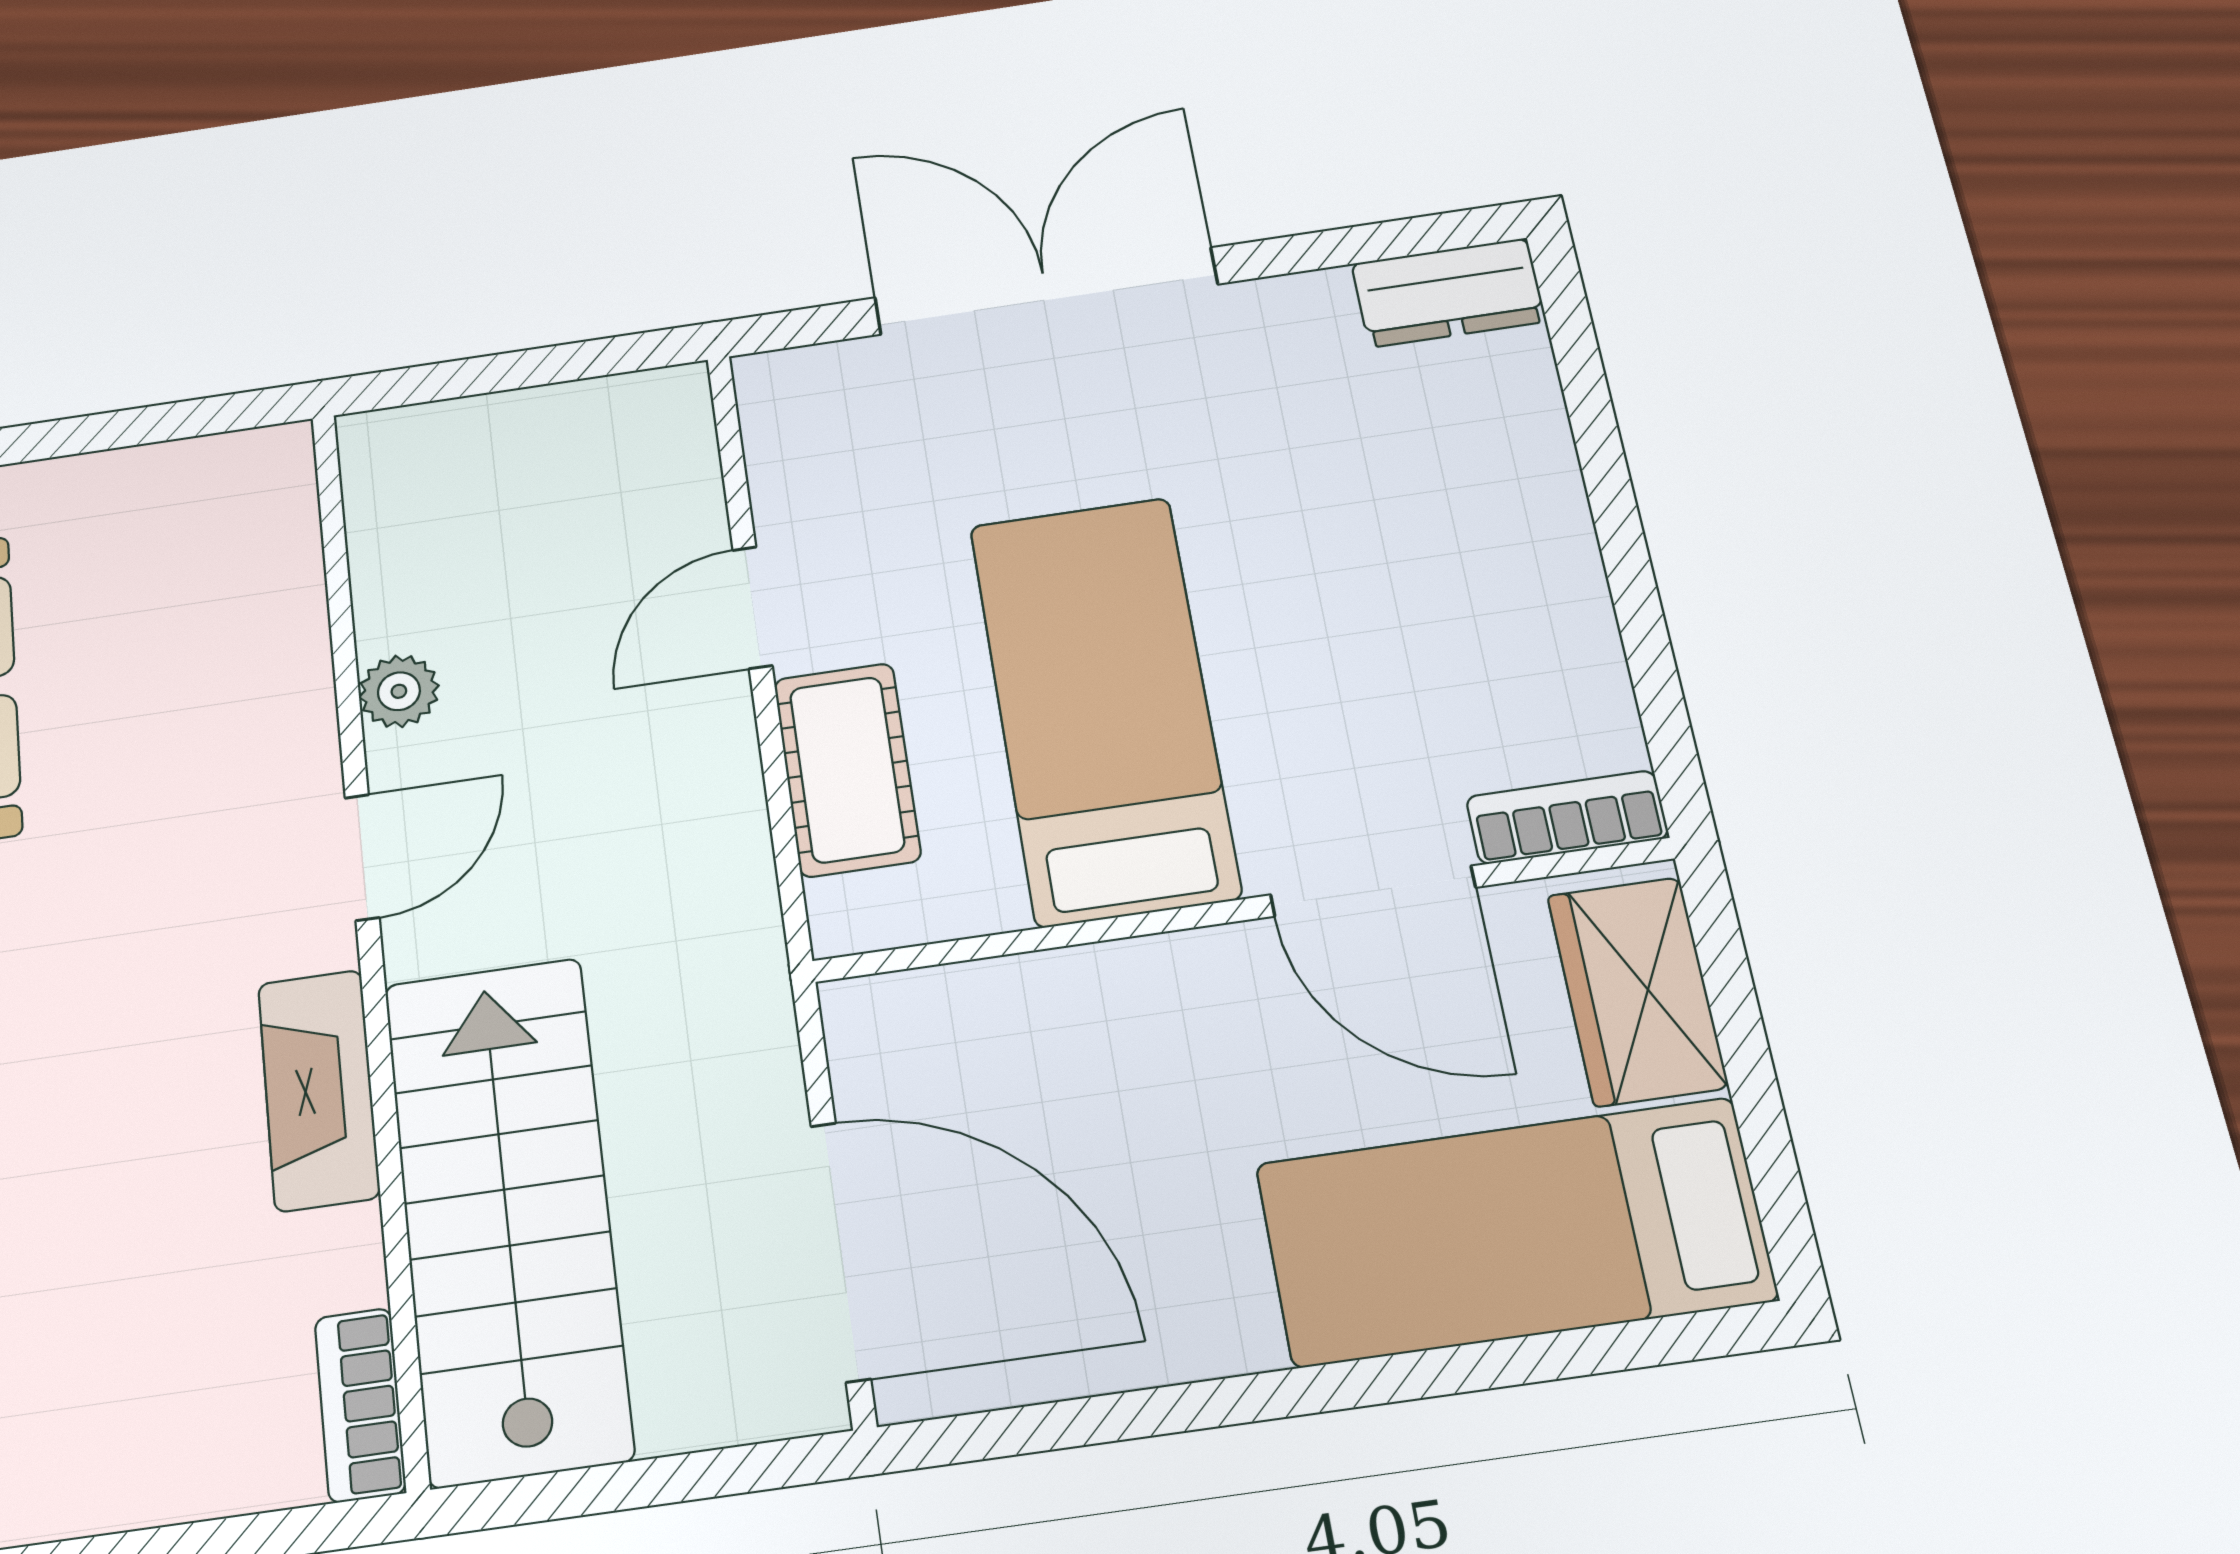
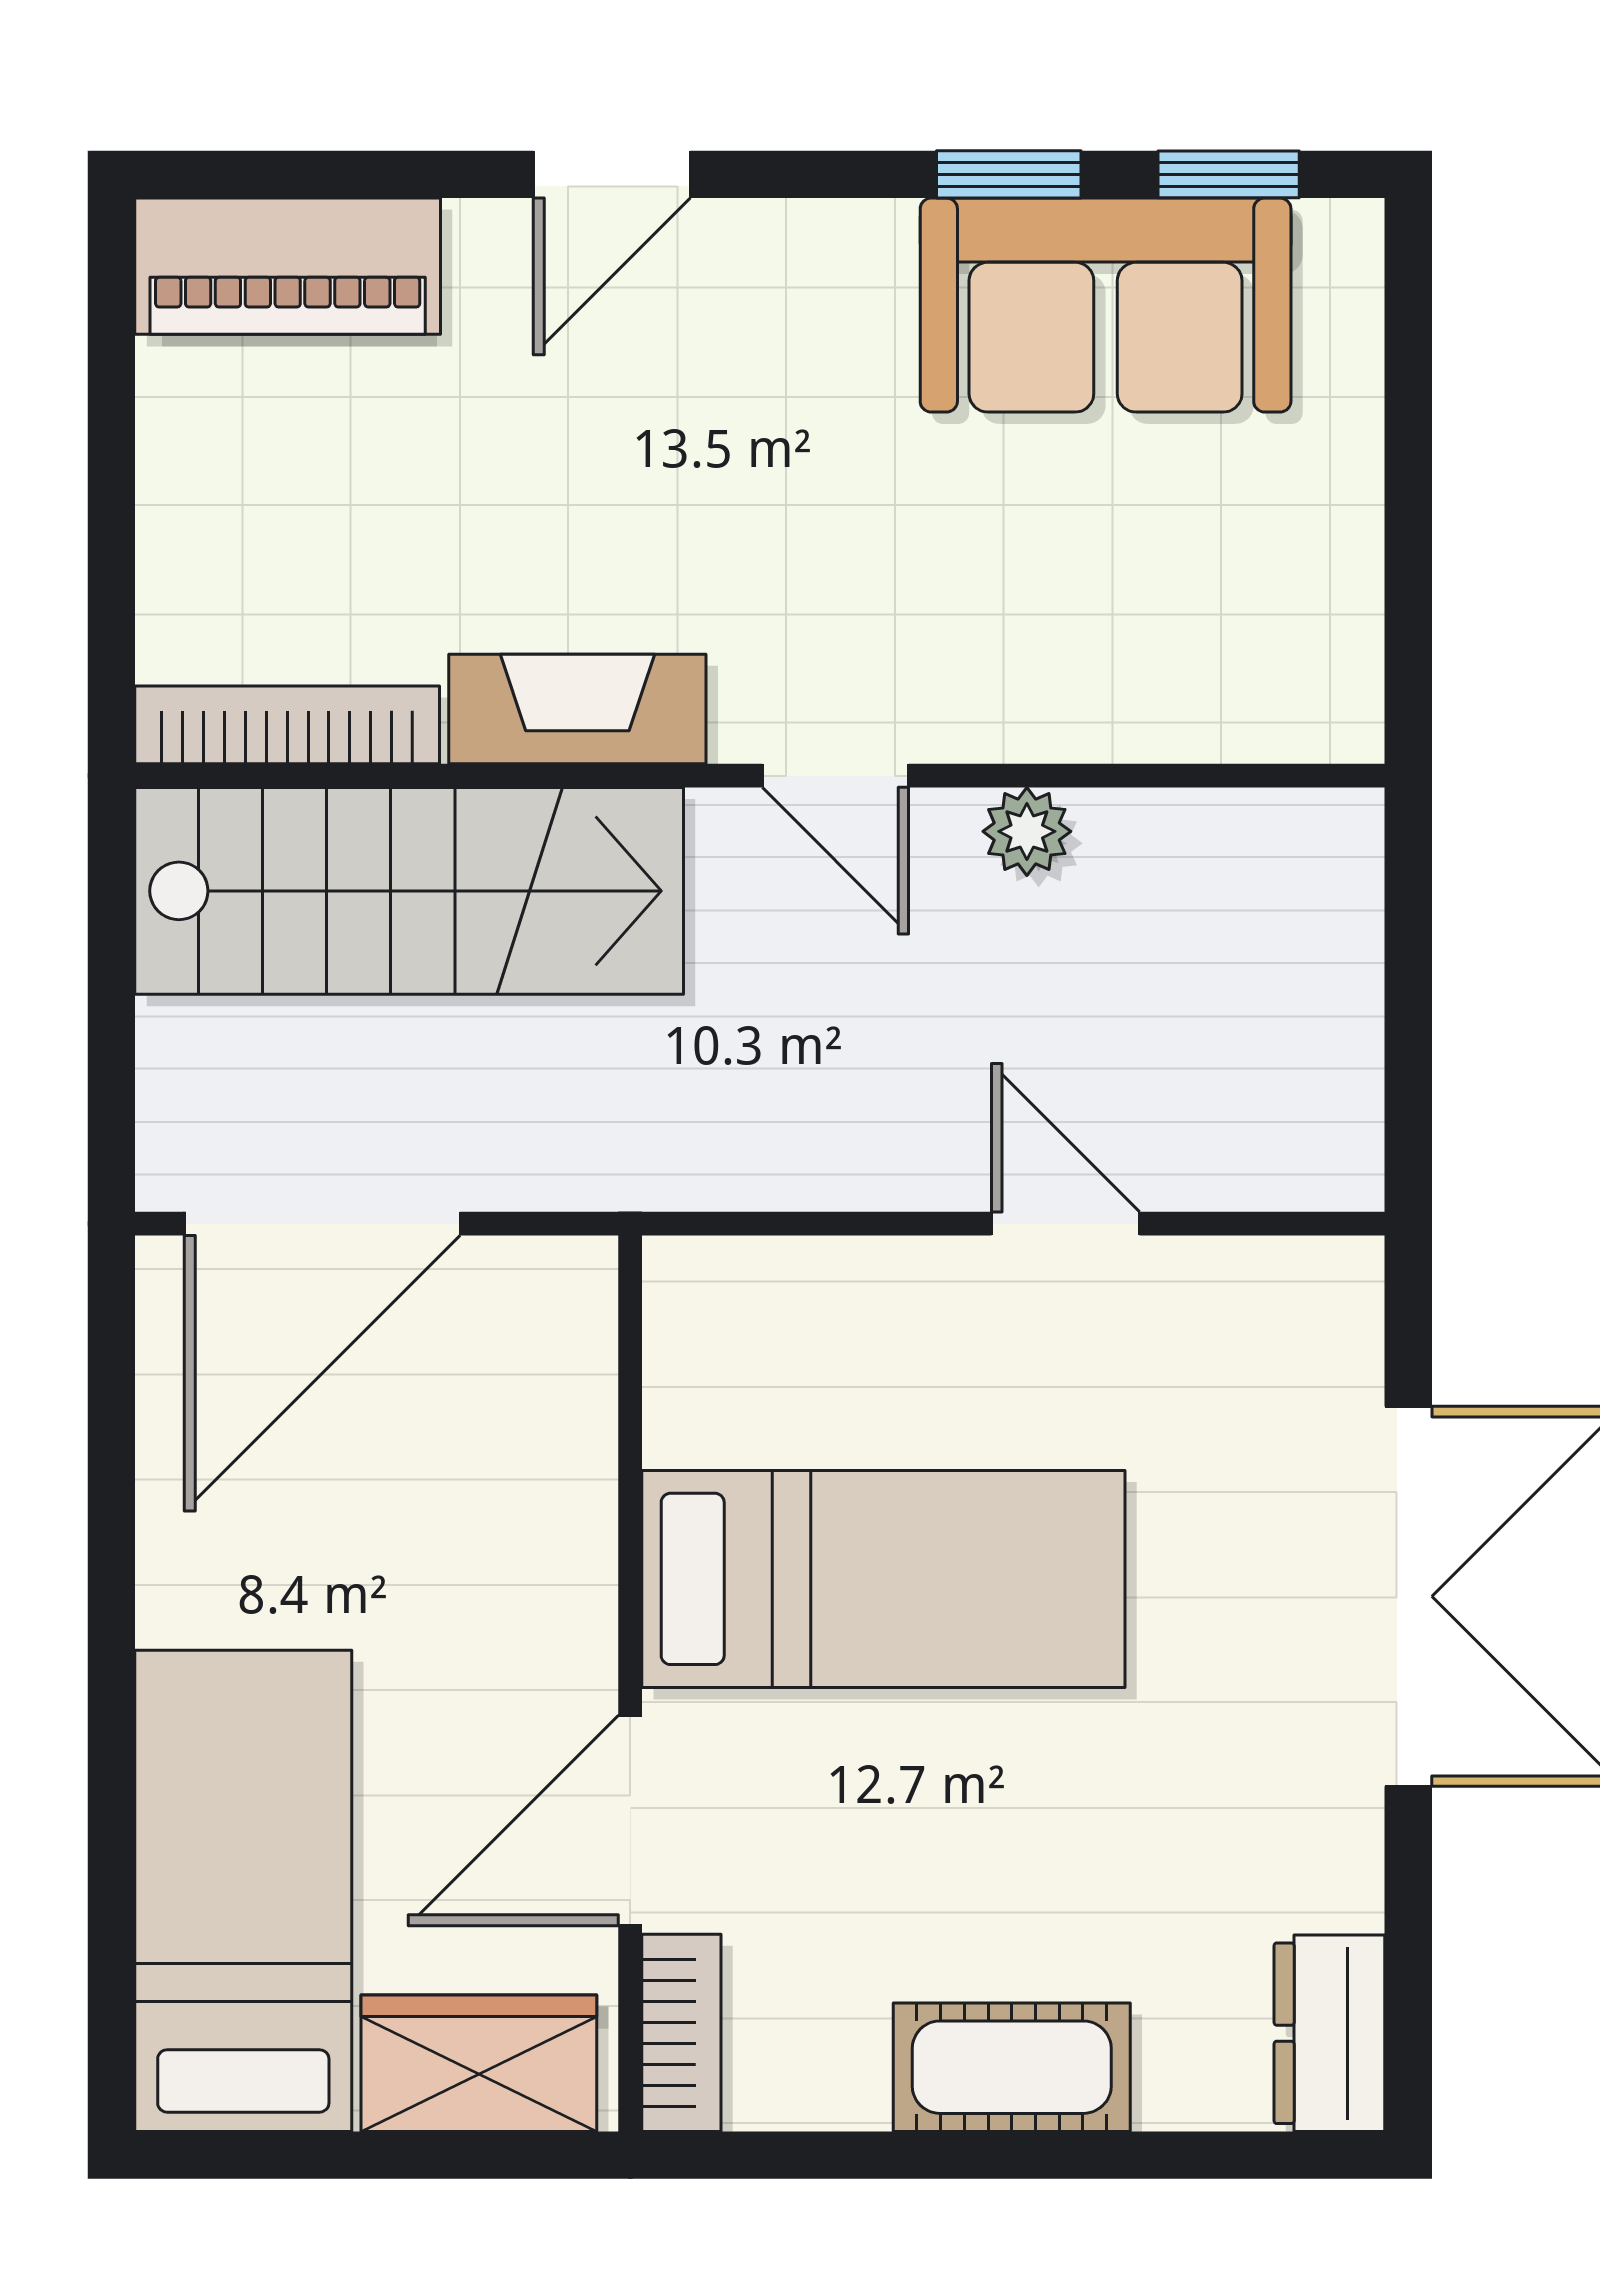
cot: (847, 769) -> (1012, 2067), moved
bookcase: (360, 1405) -> (287, 725), width x1.56

